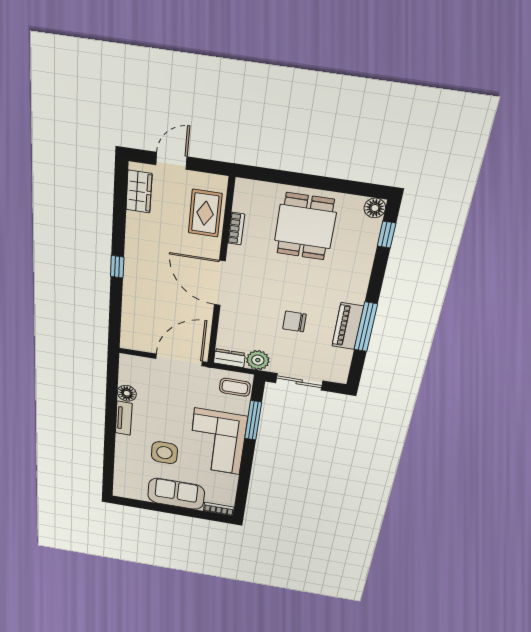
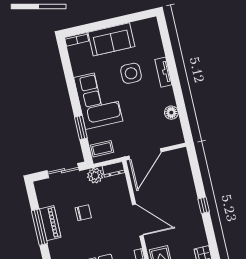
tv unit: (124, 418) -> (163, 72), moved
window: (253, 420) -> (81, 128), width x0.69

